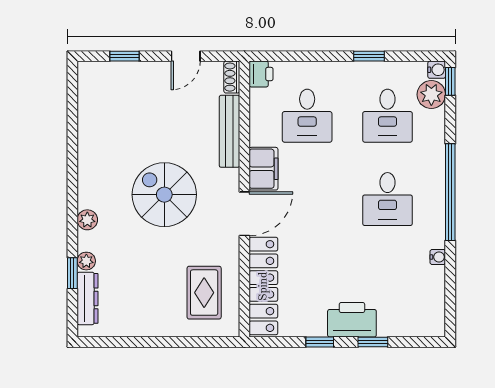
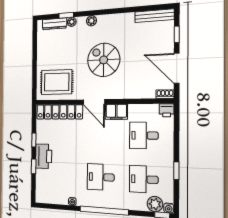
door: (186, 56) -> (177, 68), width x1.87
bench: (229, 131) -> (154, 16), moved
spiral stairs: (164, 195) -> (104, 60), turned -90
rug: (204, 293) -> (57, 82), width x1.36, depth x1.43

